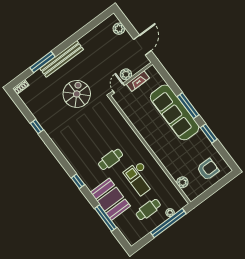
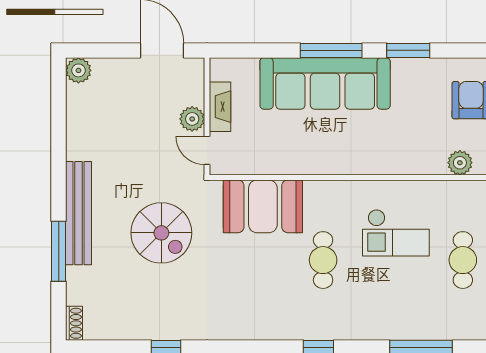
plant: (119, 29) -> (78, 70), moved
spiral stairs: (77, 94) -> (161, 233), turned 180
booth: (110, 199) -> (263, 206), moved

